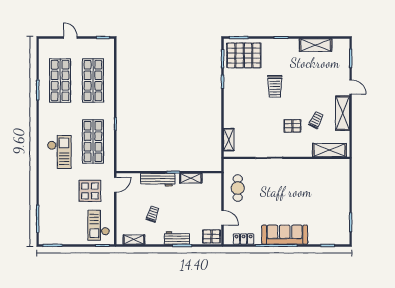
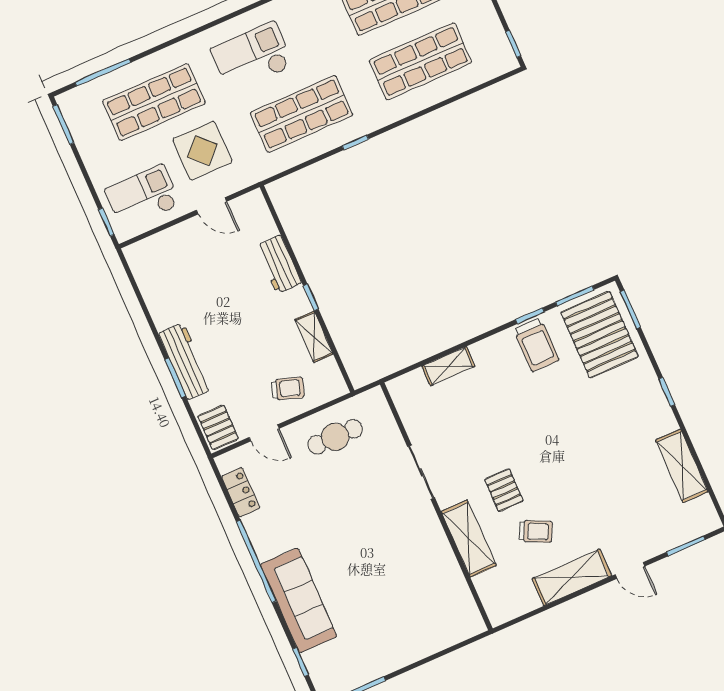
trolley: (275, 86) -> (536, 345), moved, turned -90
door: (351, 87) -> (630, 570), hinge flipped
shelving: (229, 140) -> (448, 366), moved
shelving: (329, 150) -> (469, 538), moved
checkout: (59, 152) -> (252, 57), turned 180
workbench: (158, 180) -> (279, 264), width x0.73
door: (115, 185) -> (212, 206), moved
shop shelf: (60, 202) -> (154, 102), added
trolley: (153, 214) -> (288, 389), moved
door: (223, 218) -> (264, 433), hinge flipped
sofa: (285, 235) -> (299, 600), moved
workbench: (177, 238) -> (185, 361), width x1.38
shelving: (134, 240) -> (145, 279), removed

